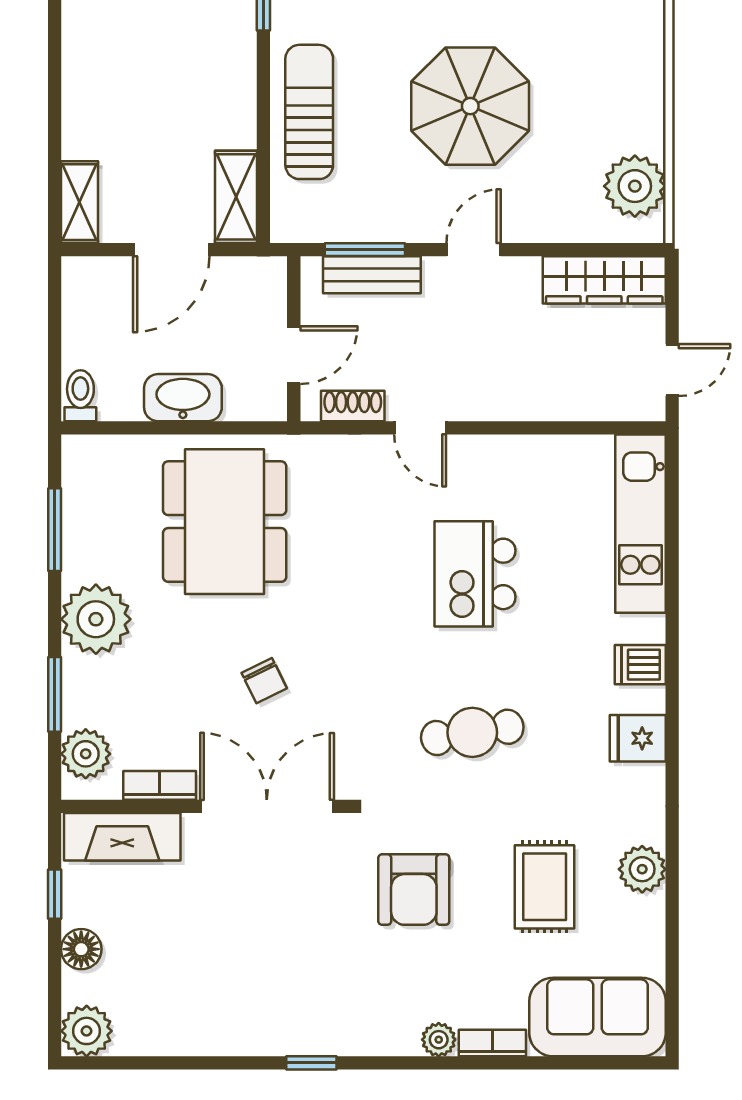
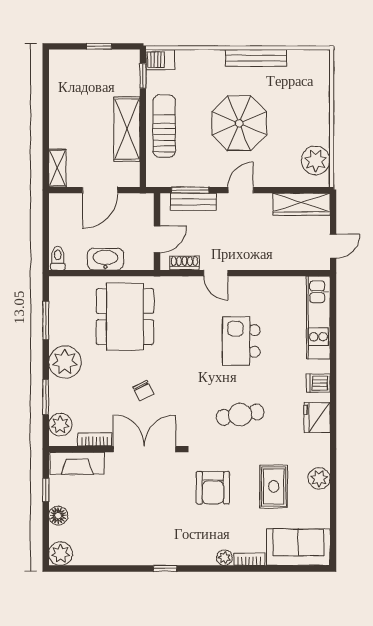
shelving: (236, 197) -> (127, 129), moved, width x1.50, depth x1.33
fridge: (638, 738) -> (317, 417), width x1.38

